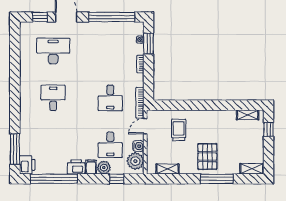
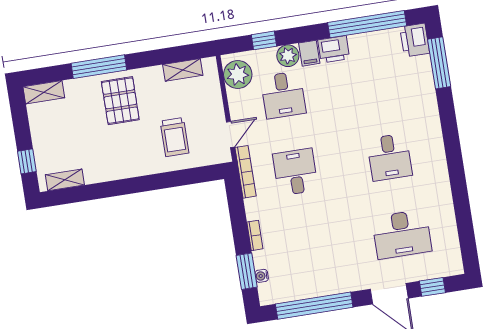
desk: (110, 145) -> (283, 95), turned 180
water cooler: (138, 146) -> (237, 100), removed

